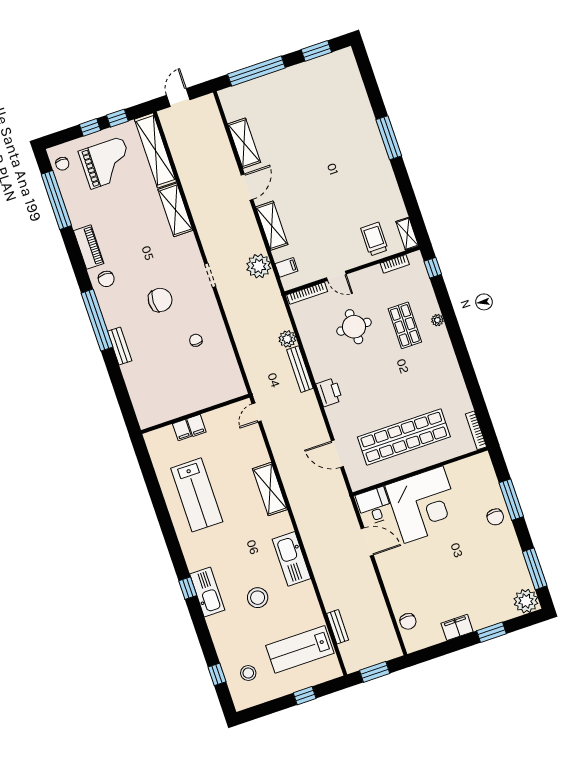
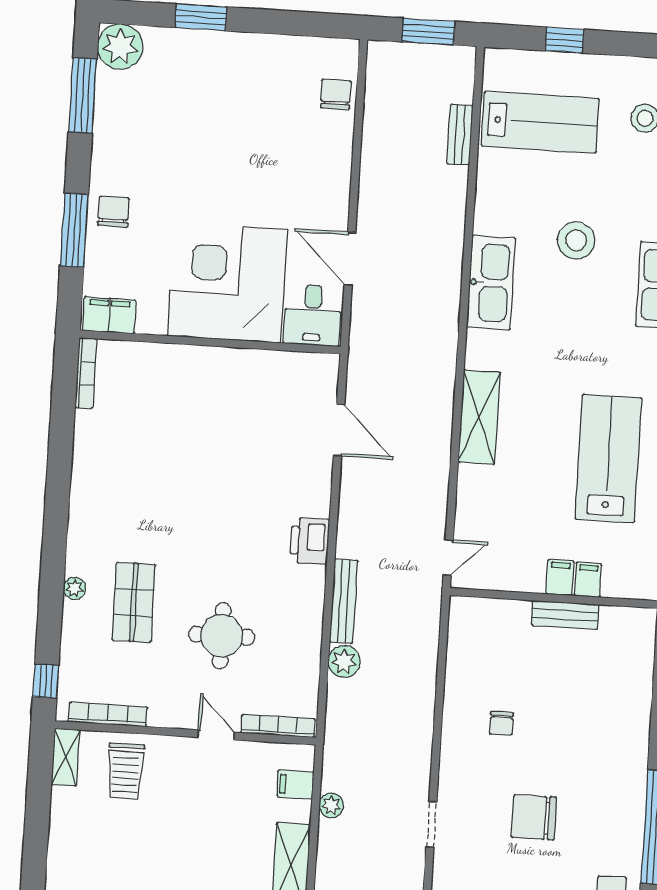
bookcase: (395, 264) -> (108, 715), width x1.56
plant: (259, 266) -> (331, 805), width x0.53, depth x0.53
bench: (120, 346) -> (565, 615), moved, turned 90
shop shelf: (404, 437) -> (214, 412), removed
filing cabinet: (457, 627) -> (109, 315), moved, turned 180

